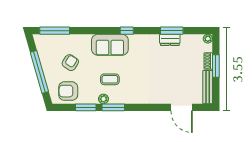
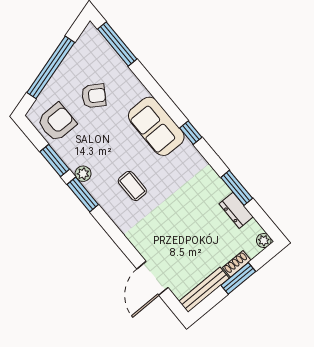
dresser: (170, 40) -> (236, 210), moved
coffee table: (110, 79) -> (132, 186), moved
armchair: (68, 91) -> (57, 122), turned 90

